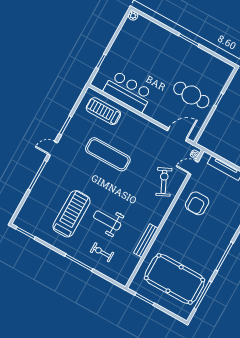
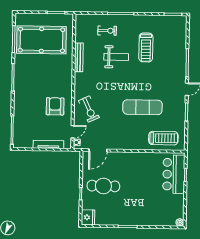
fridge: (224, 71) -> (88, 217), added
bar counter: (128, 91) -> (174, 174), moved, turned 90
treadmill: (72, 214) -> (146, 47), width x0.73, depth x0.73

